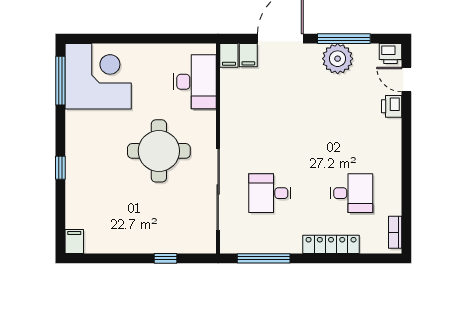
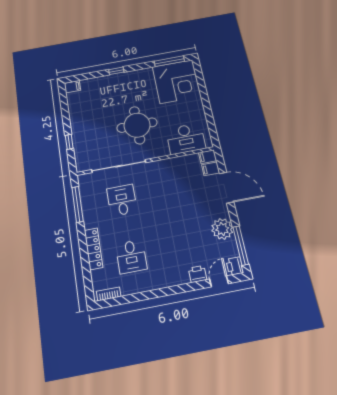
window: (344, 39) -> (241, 246), moved

